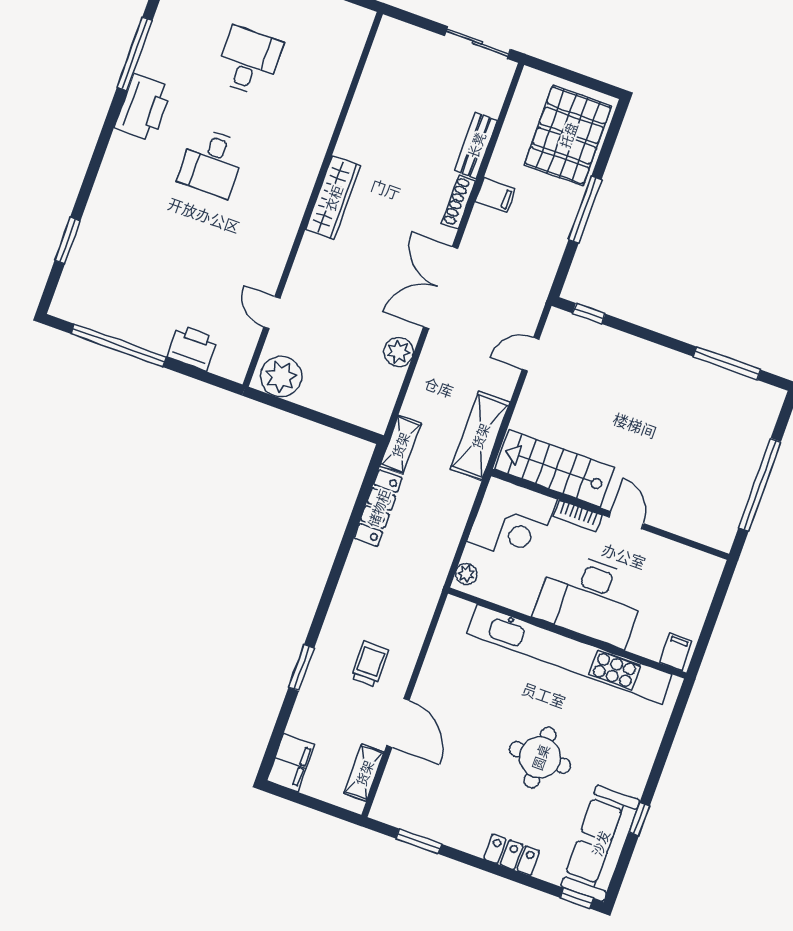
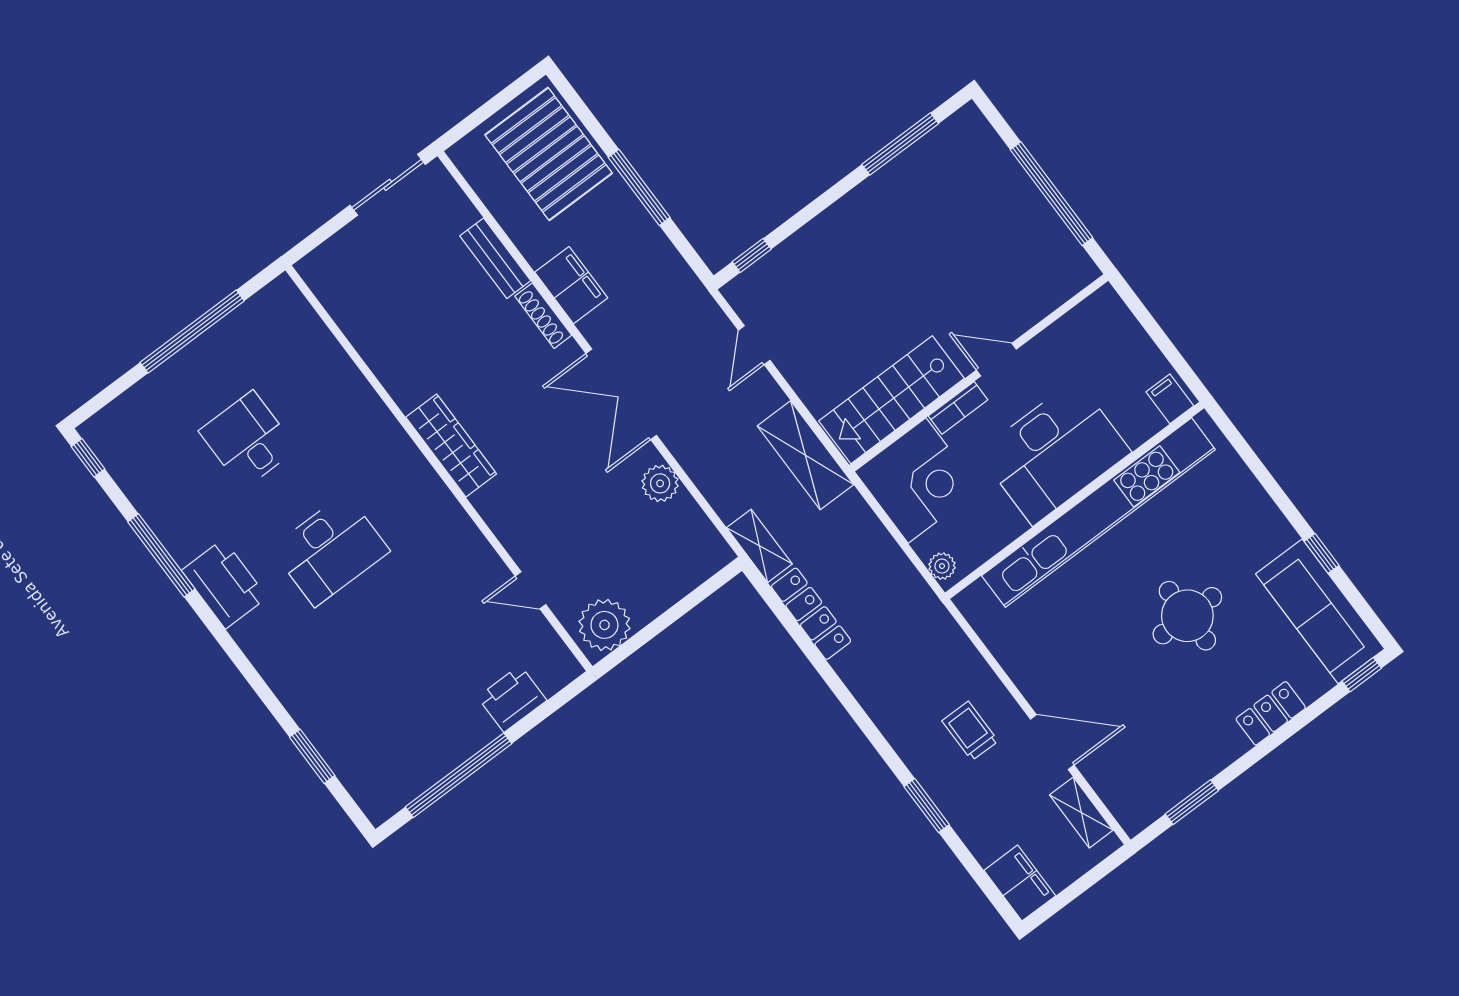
desk: (212, 163) -> (330, 550), width x1.37
filing cabinet: (495, 195) -> (571, 285), width x2.00

